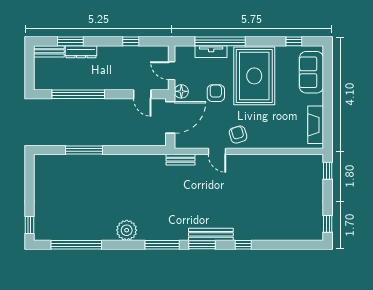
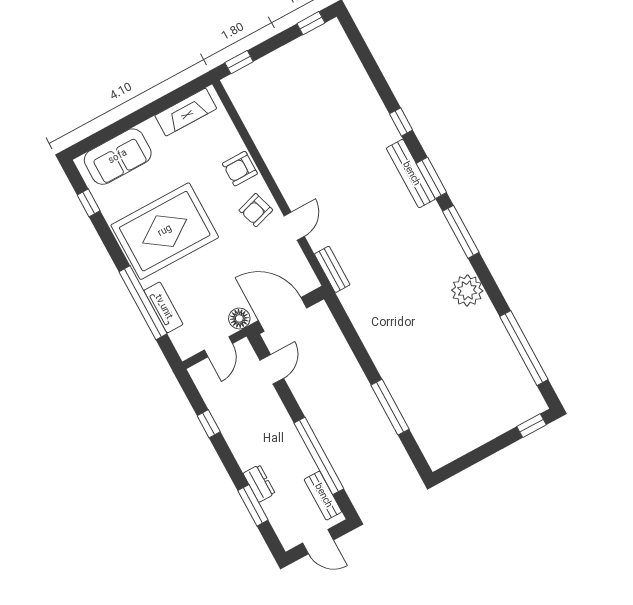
bench: (49, 51) -> (323, 496), moved
dresser: (81, 52) -> (259, 483), width x0.70
door: (30, 67) -> (318, 542), added
armchair: (216, 93) -> (240, 169), moved

